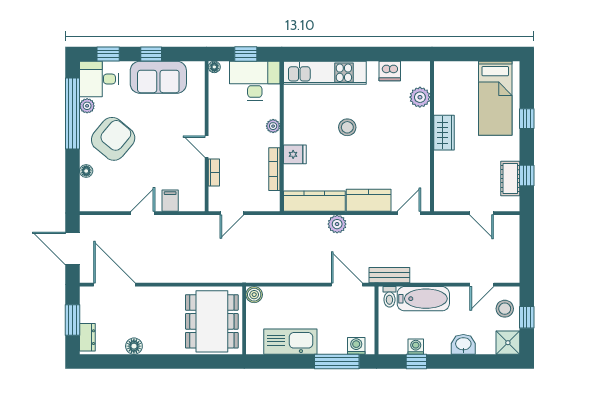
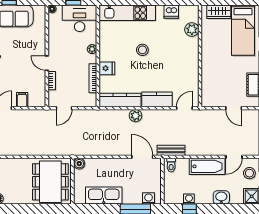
wardrobe: (444, 133) -> (219, 12), moved, turned 90
bathtub: (423, 299) -> (207, 166), moved

